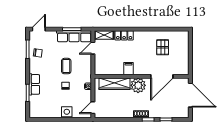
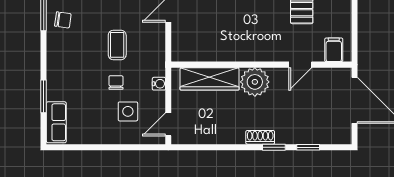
filing cabinet: (129, 69) -> (334, 50), moved
door: (162, 76) -> (300, 65), width x0.53
row of seats: (34, 84) -> (56, 122), moved
side table: (67, 112) -> (128, 111), moved

